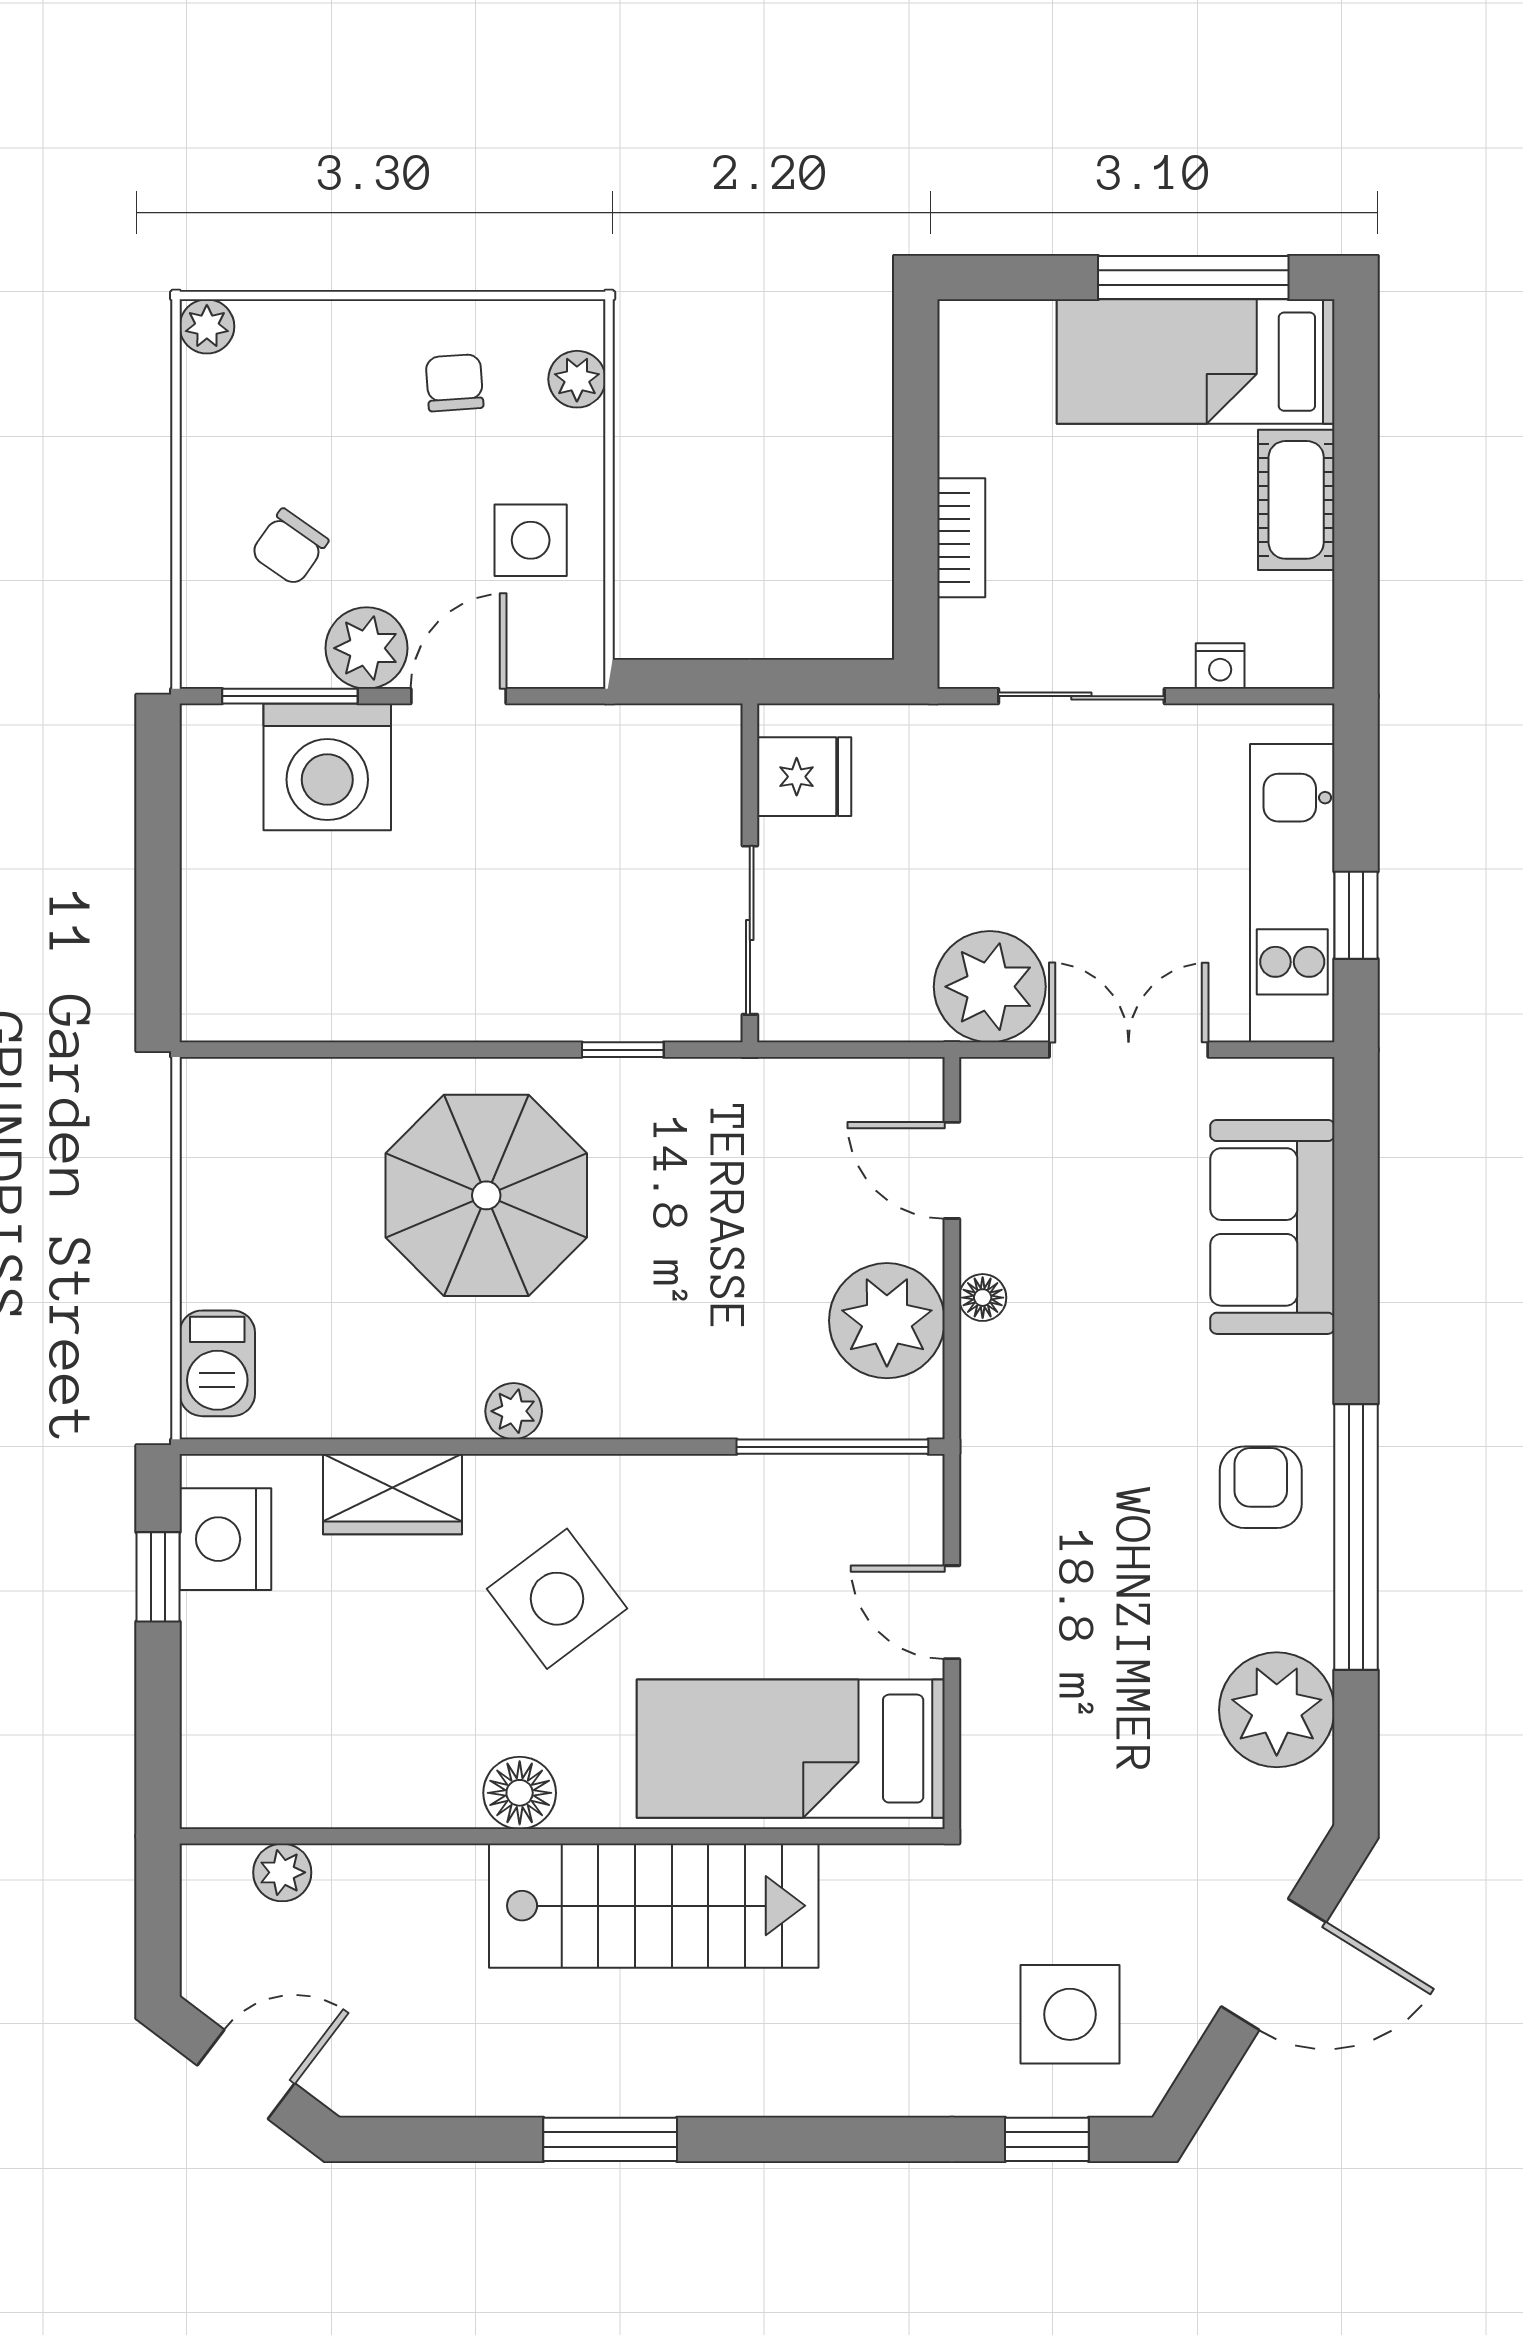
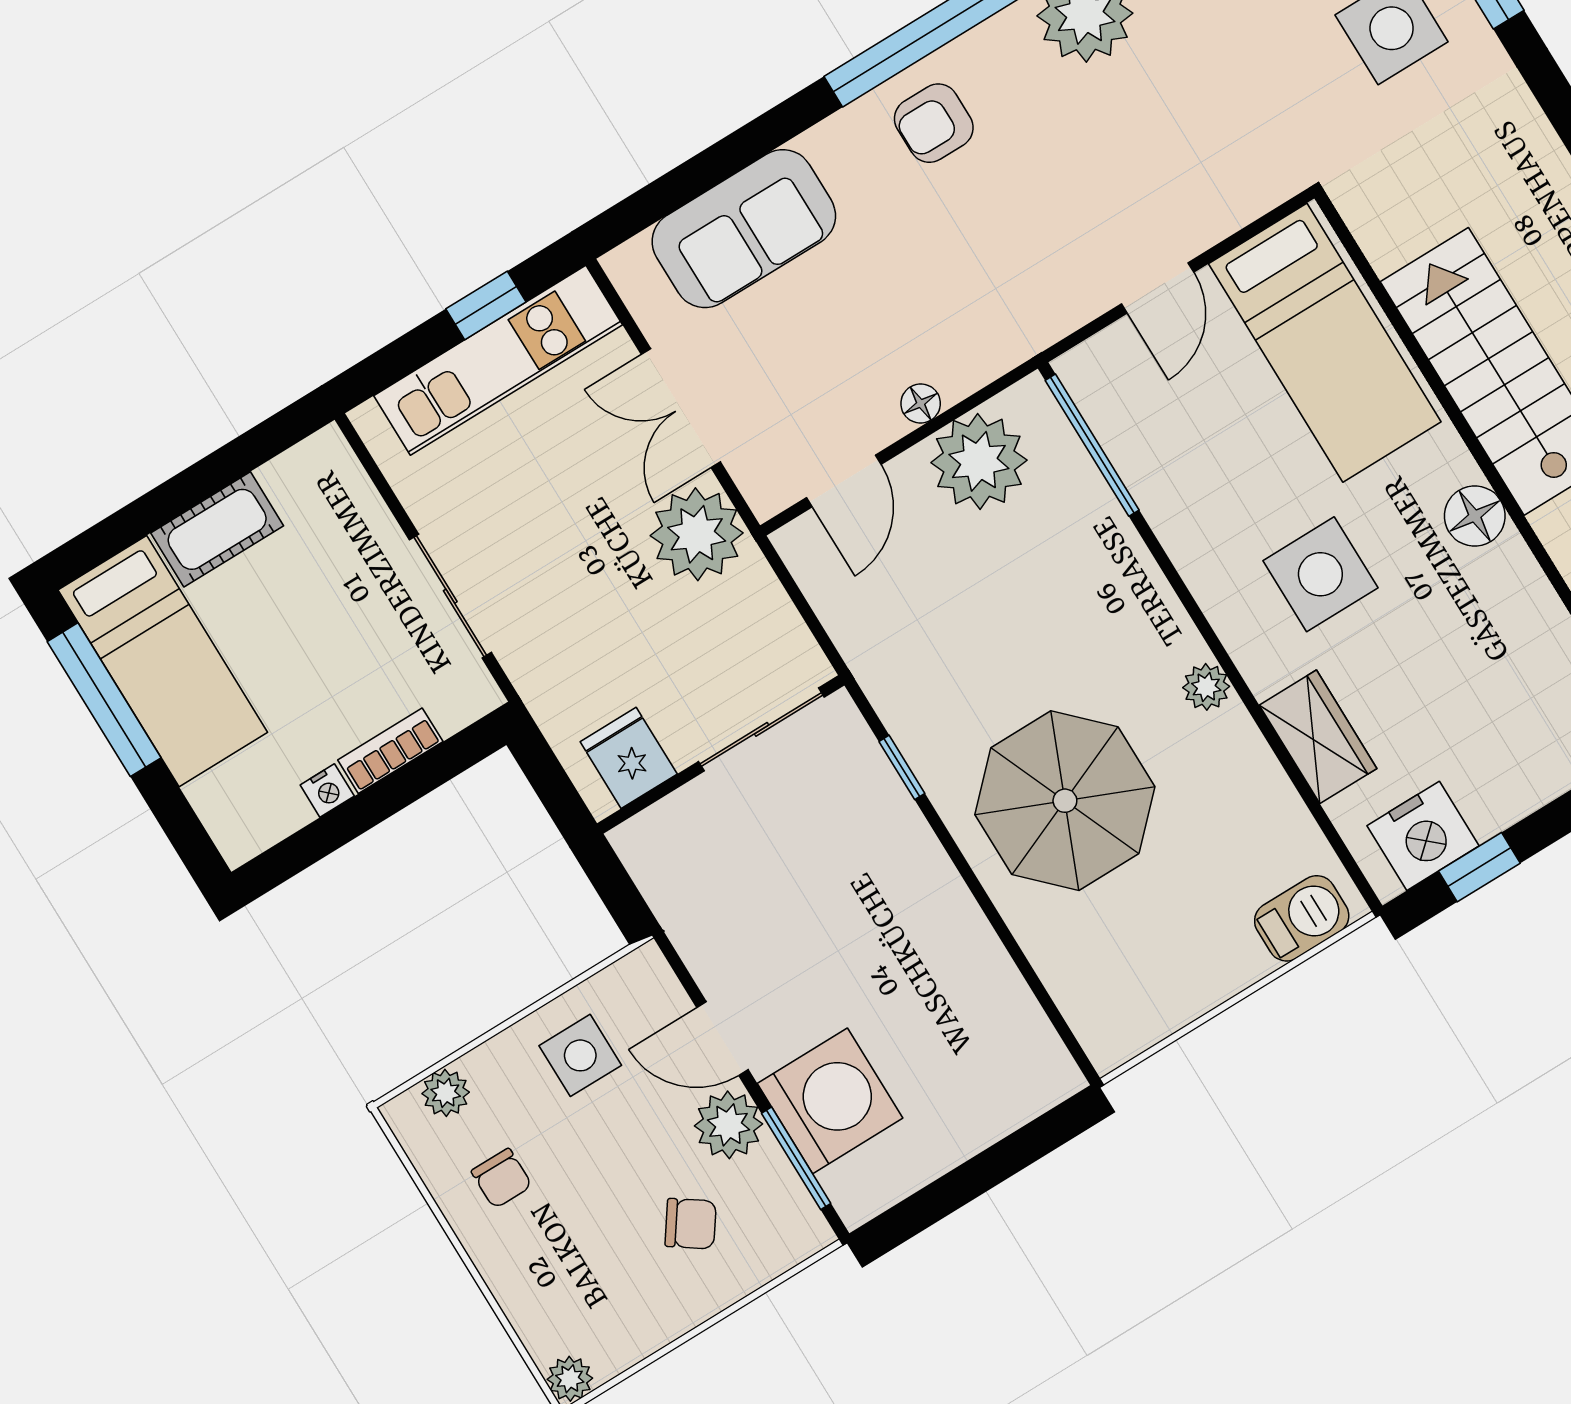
chair: (455, 383) -> (502, 1178), turned -86
nightstand: (1220, 666) -> (327, 791), moved, turned 90
side table: (557, 1599) -> (1320, 574), turned 37

